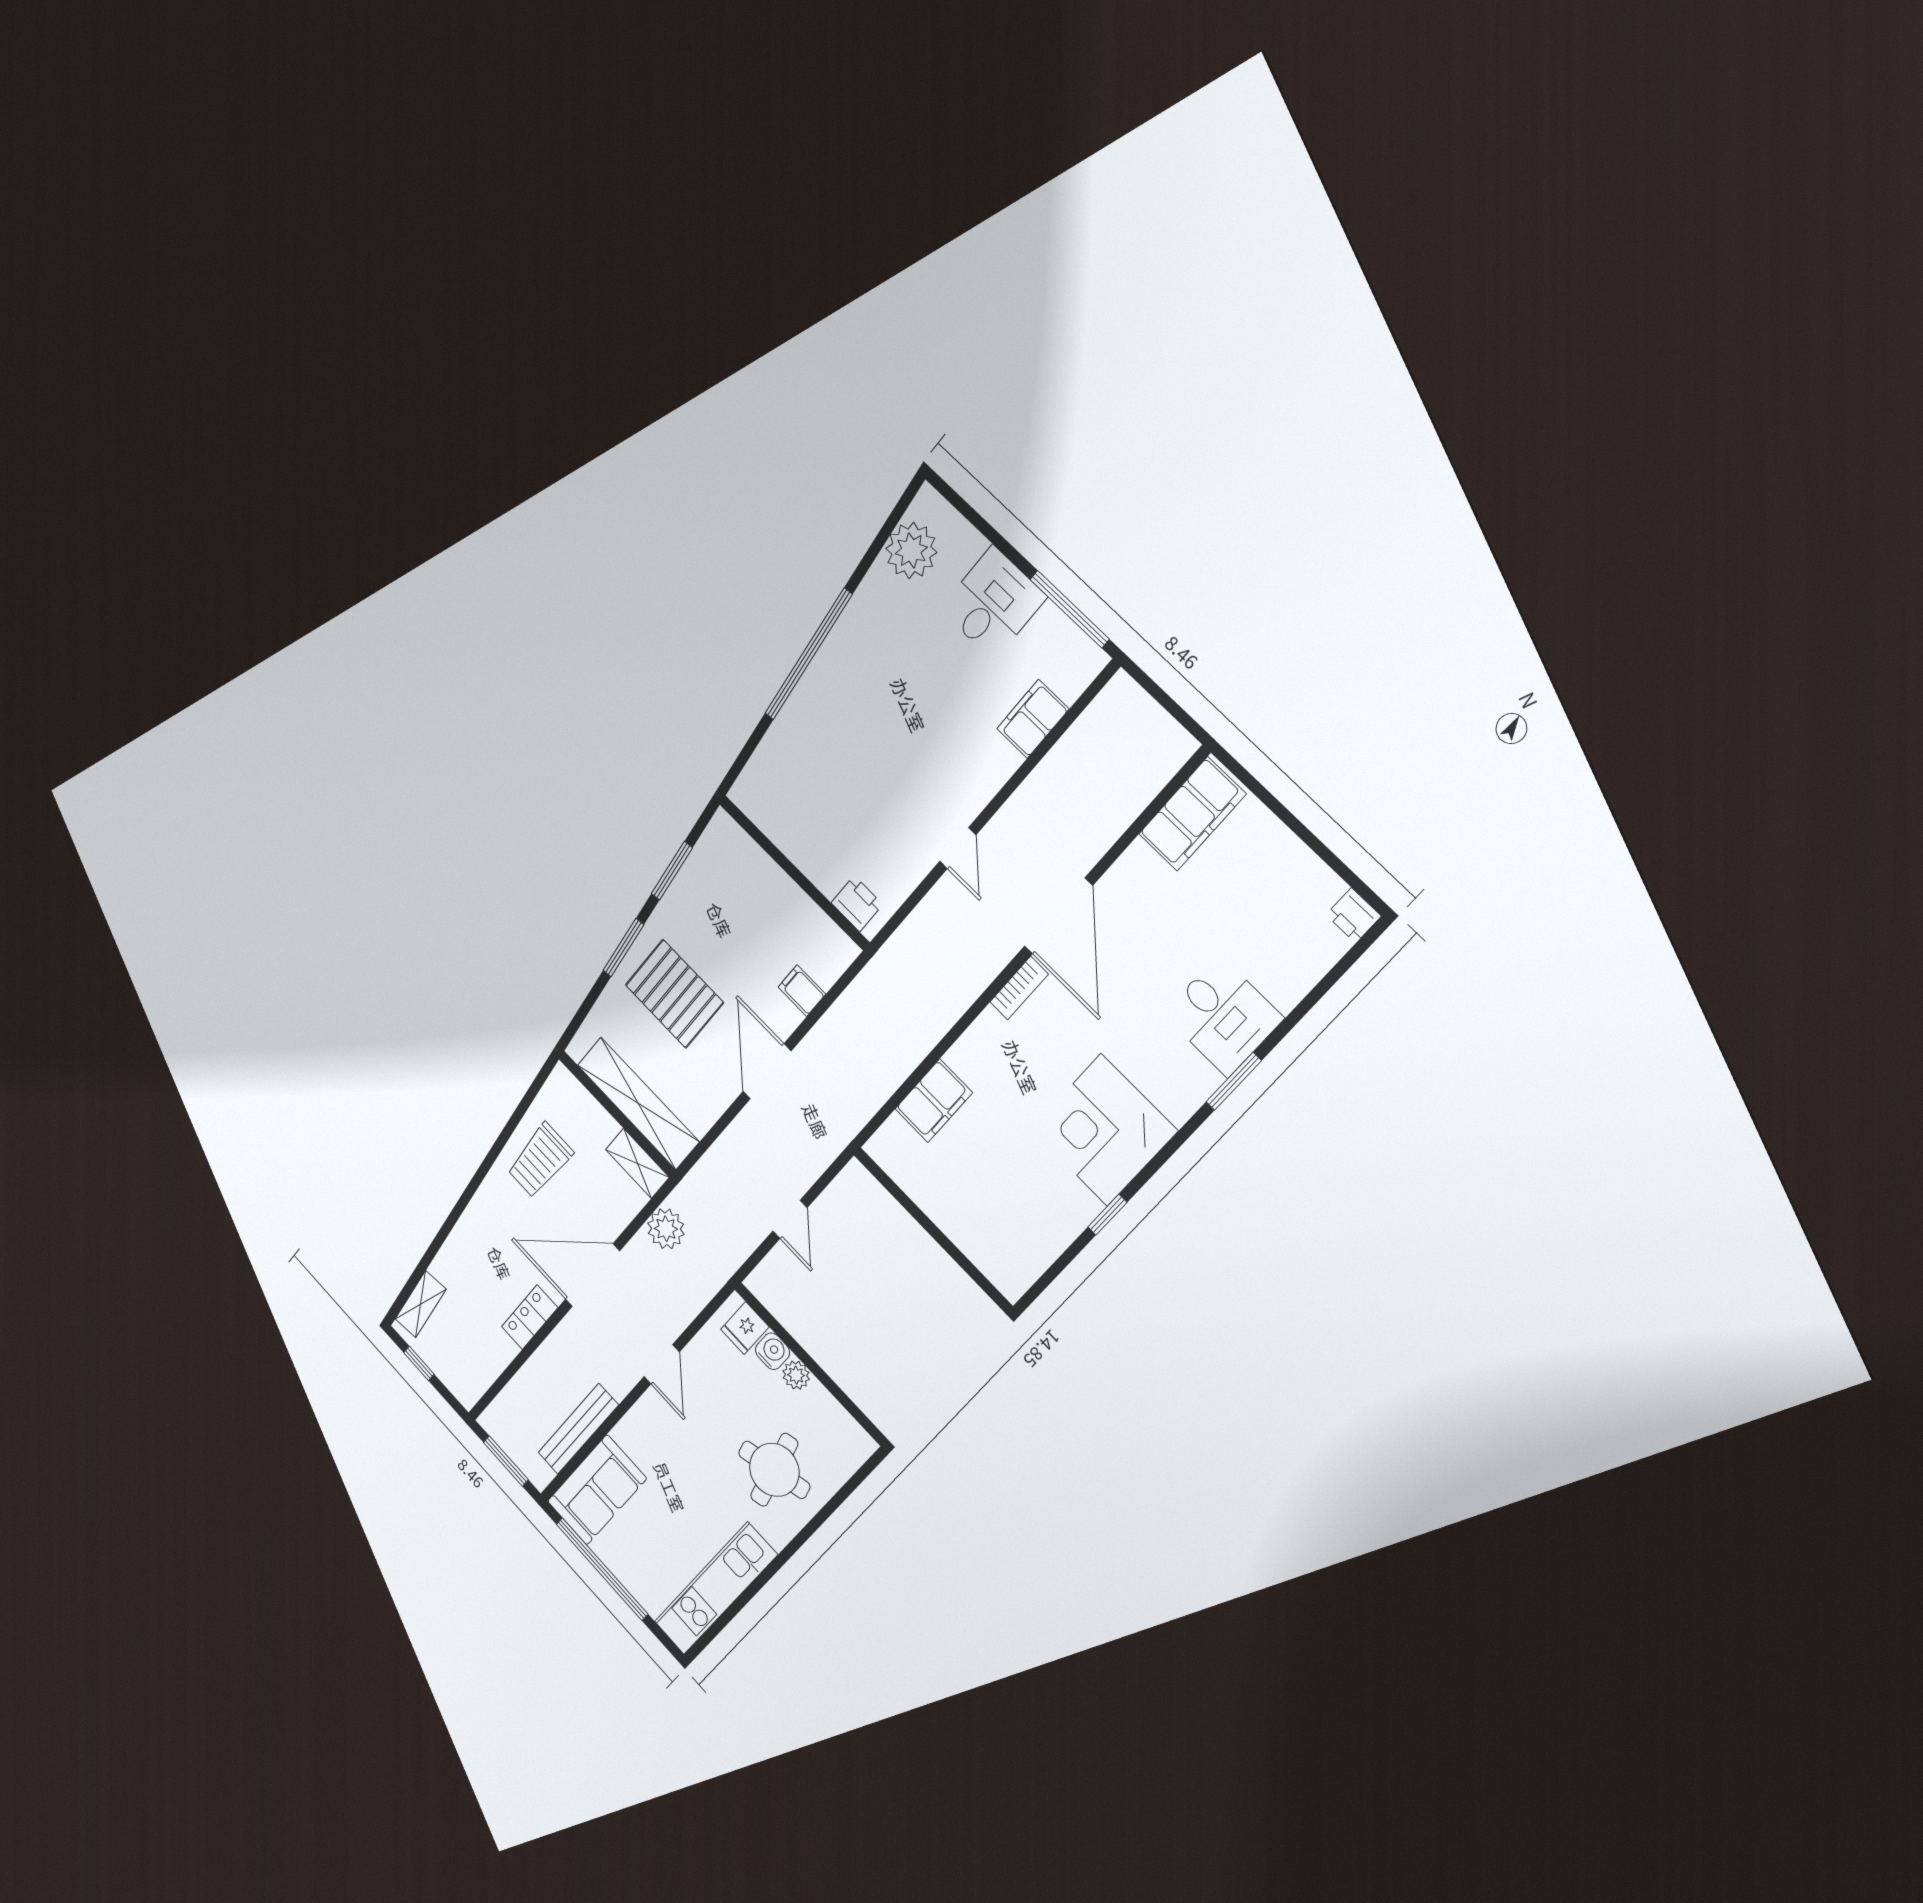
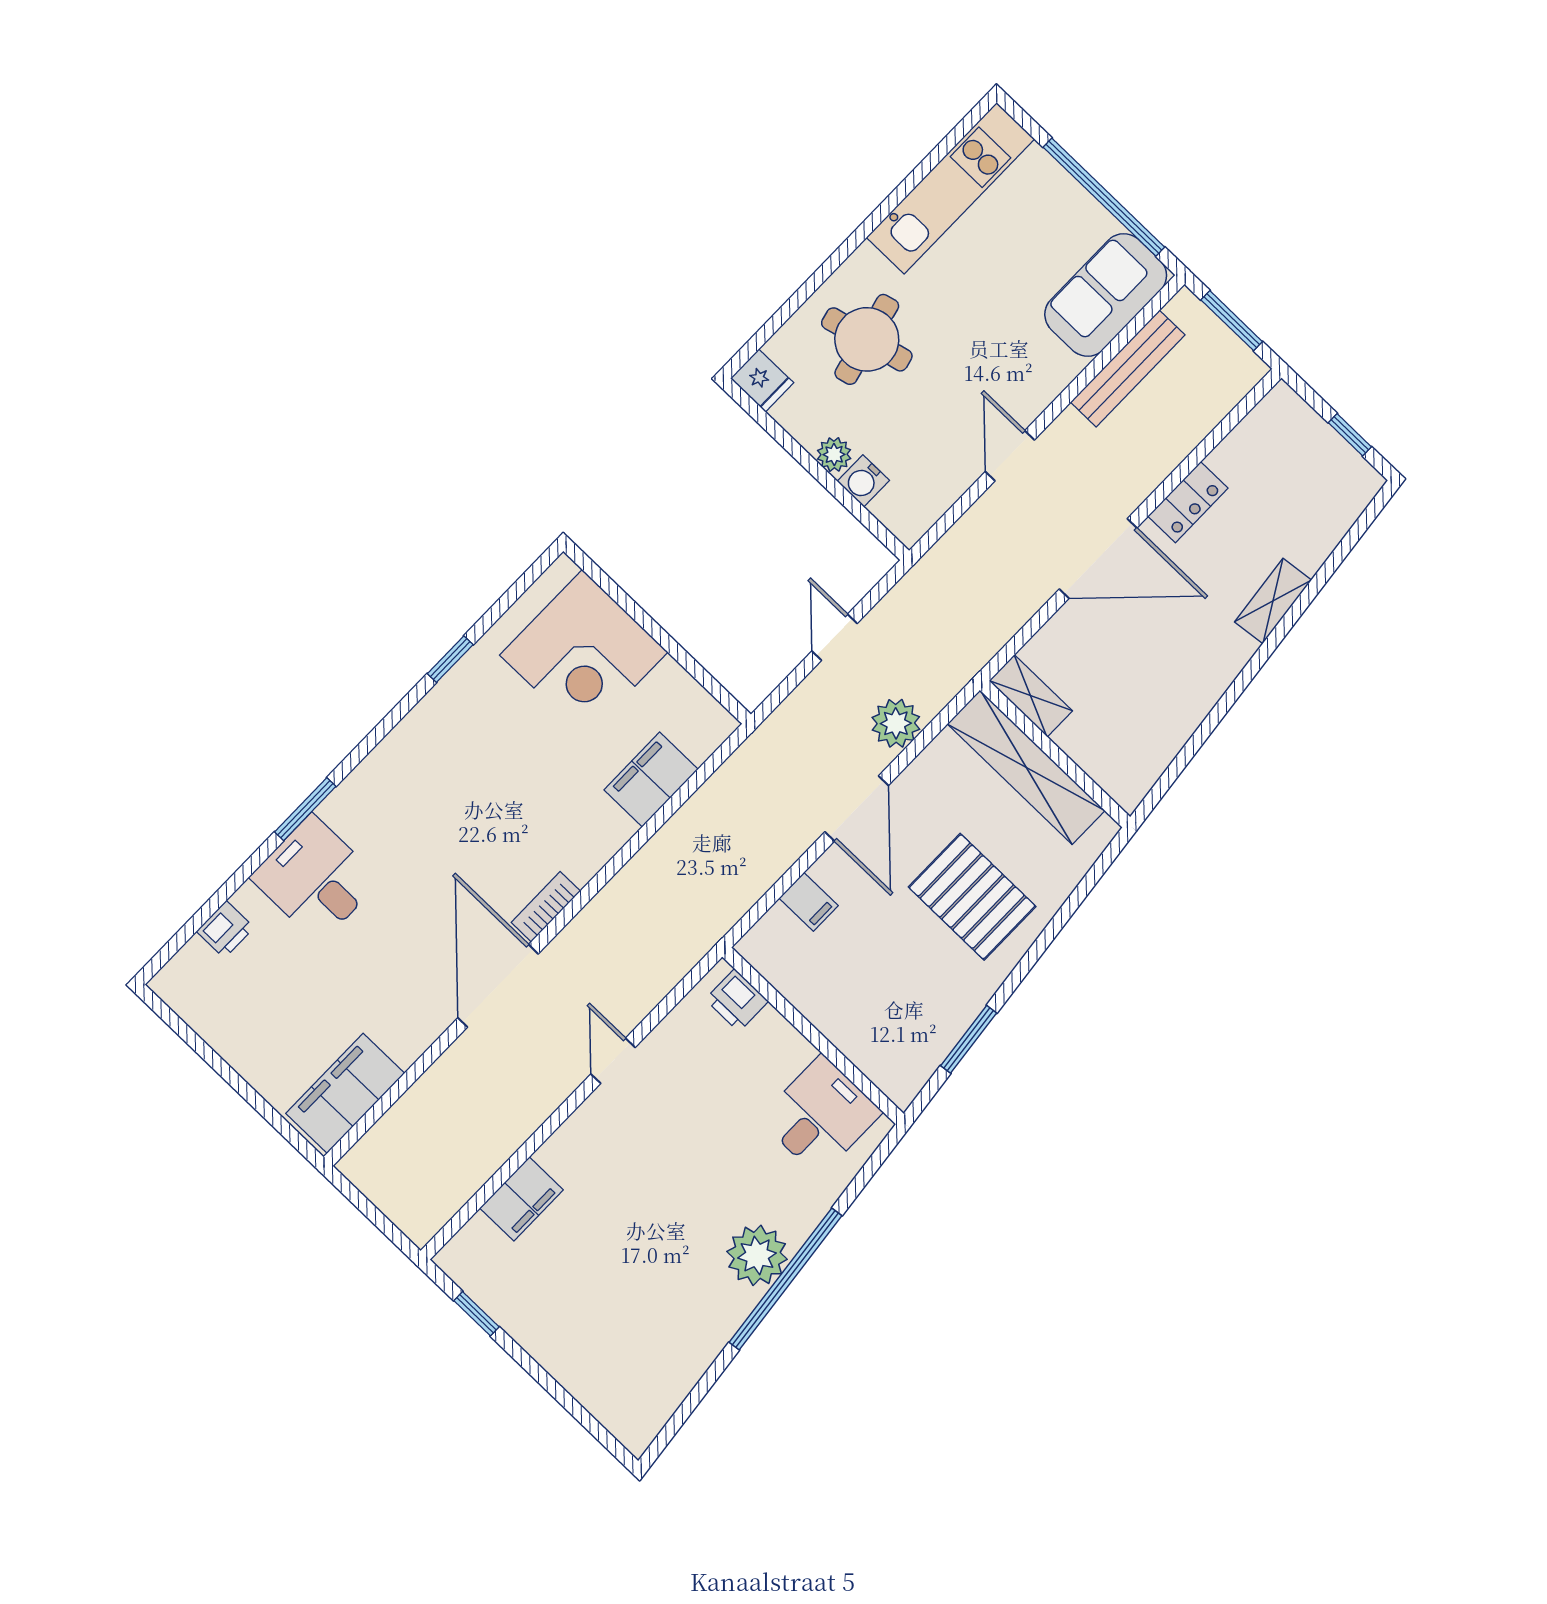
plant: (911, 550) -> (757, 1255), moved
desk: (993, 603) -> (820, 1116), moved, turned 180
window: (1070, 609) -> (477, 1314), width x0.46
printer: (1354, 915) -> (225, 929), moved, turned 90
window: (623, 948) -> (1037, 950), removed
corner desk: (1104, 1130) -> (584, 654), moved, turned 90
trolley: (540, 1161) -> (1163, 695), removed
plant: (666, 1229) -> (896, 723), moved
shelving: (421, 1304) -> (1273, 601), moved
fridge: (745, 1328) -> (762, 380), moved, turned 90

